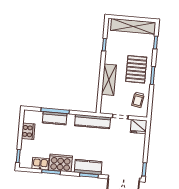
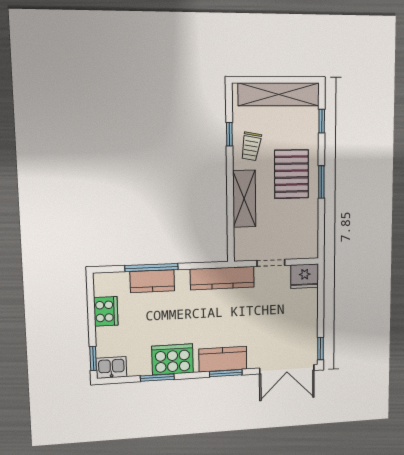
trolley: (138, 100) -> (251, 146), moved
kitchen sink: (40, 164) -> (111, 367), moved

